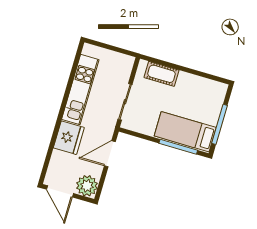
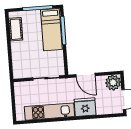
cot: (162, 74) -> (16, 29), moved

